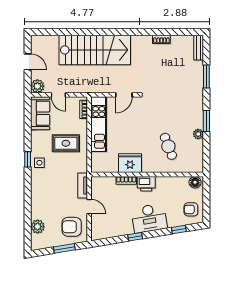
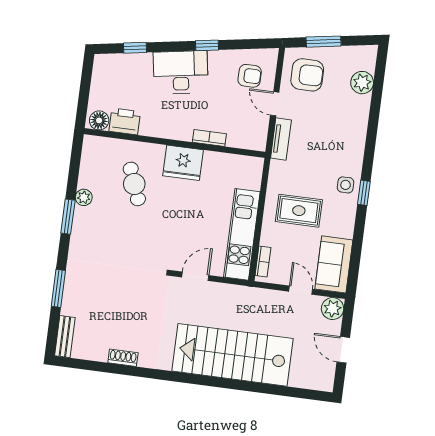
fridge: (130, 163) -> (183, 163), moved
printer: (146, 184) -> (125, 121), moved
armchair: (191, 209) -> (250, 76), moved

